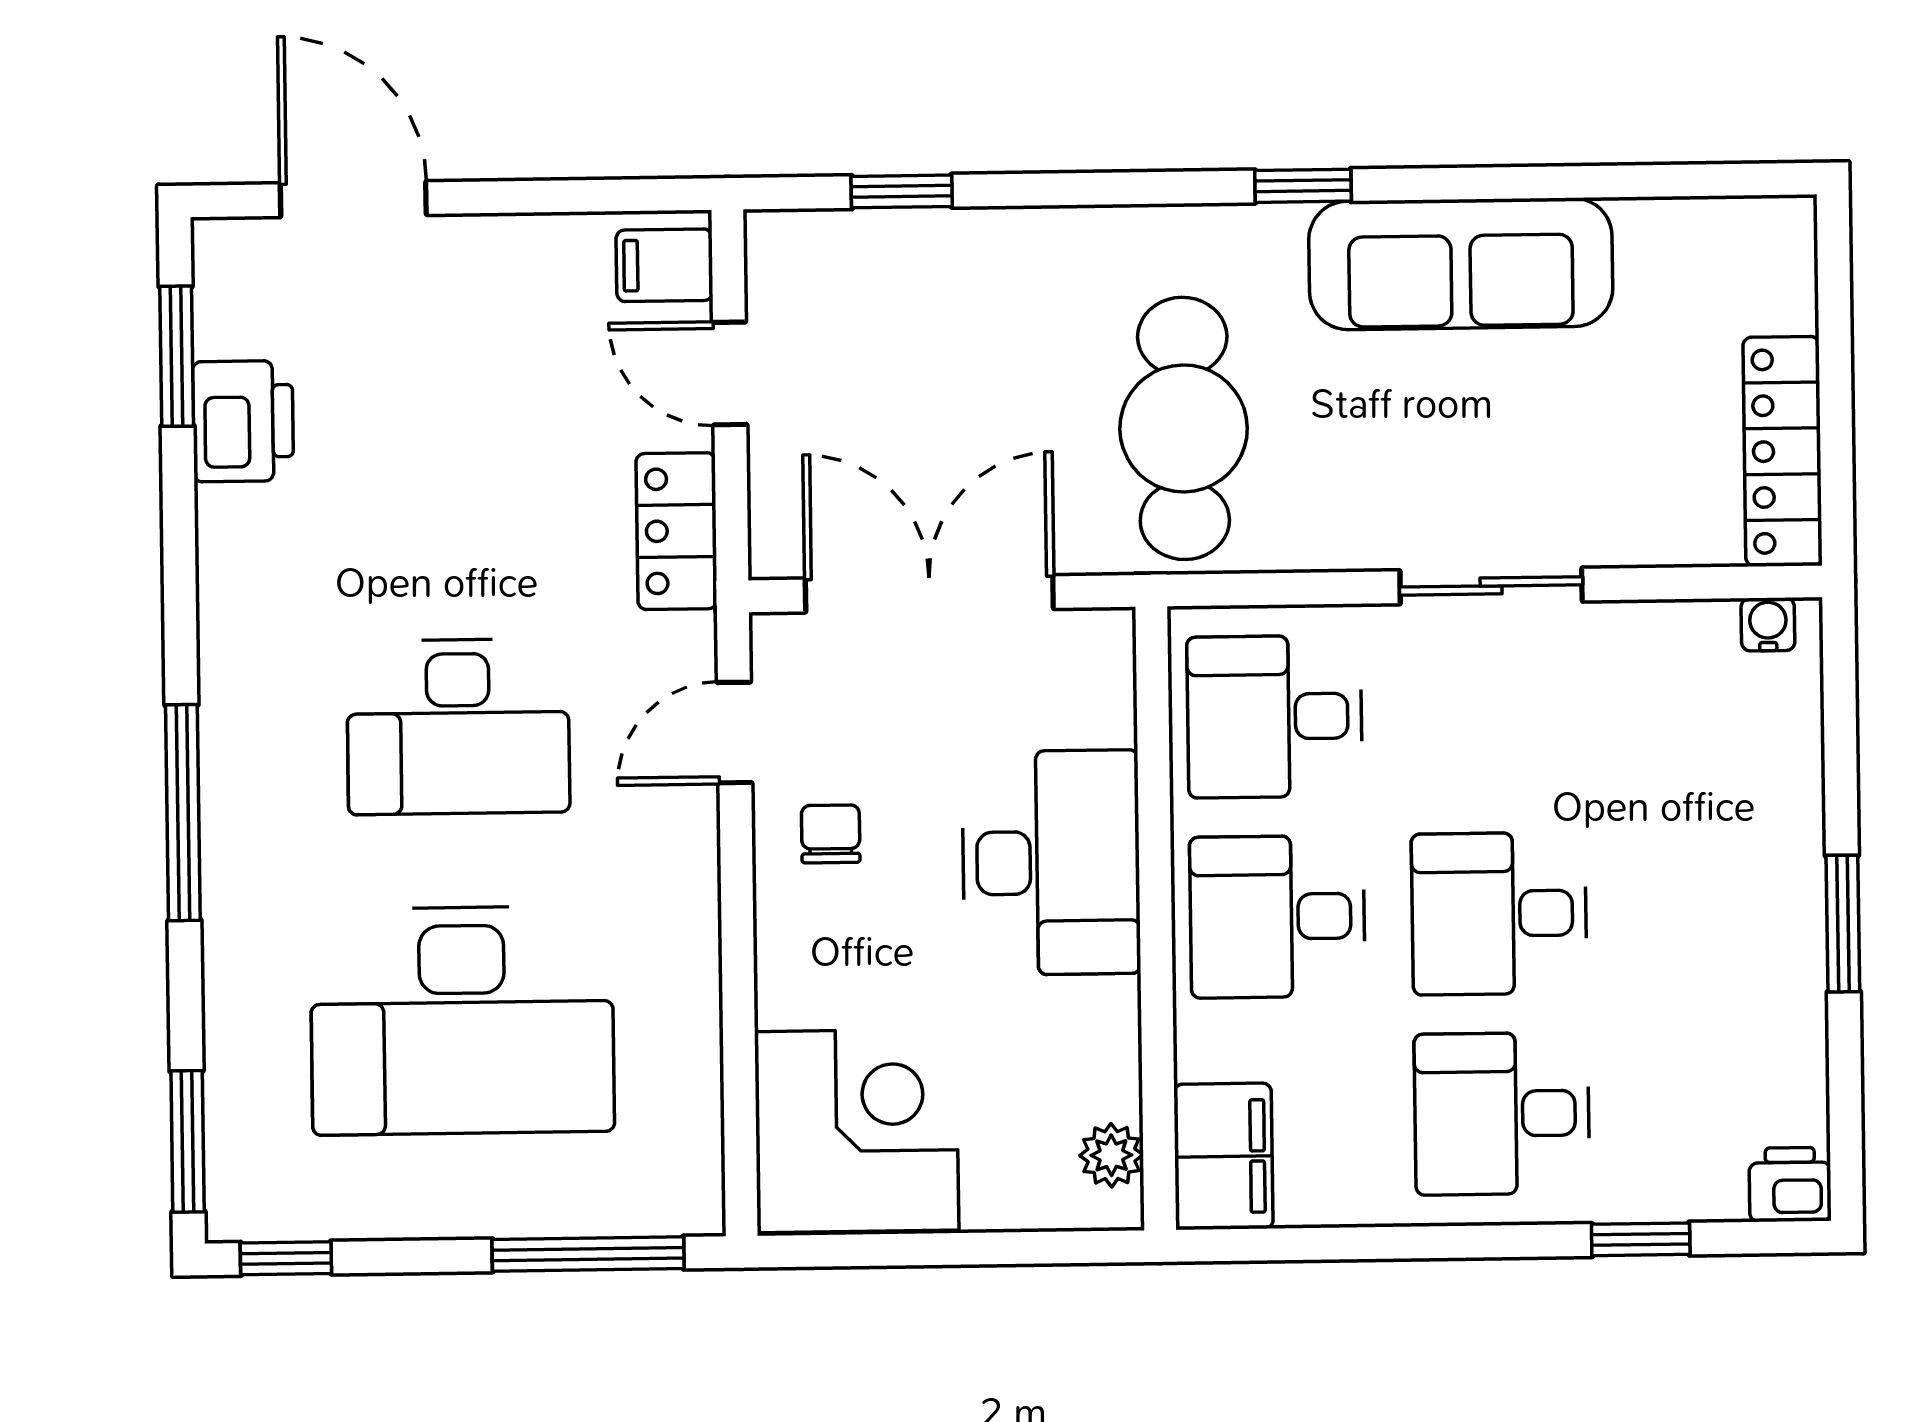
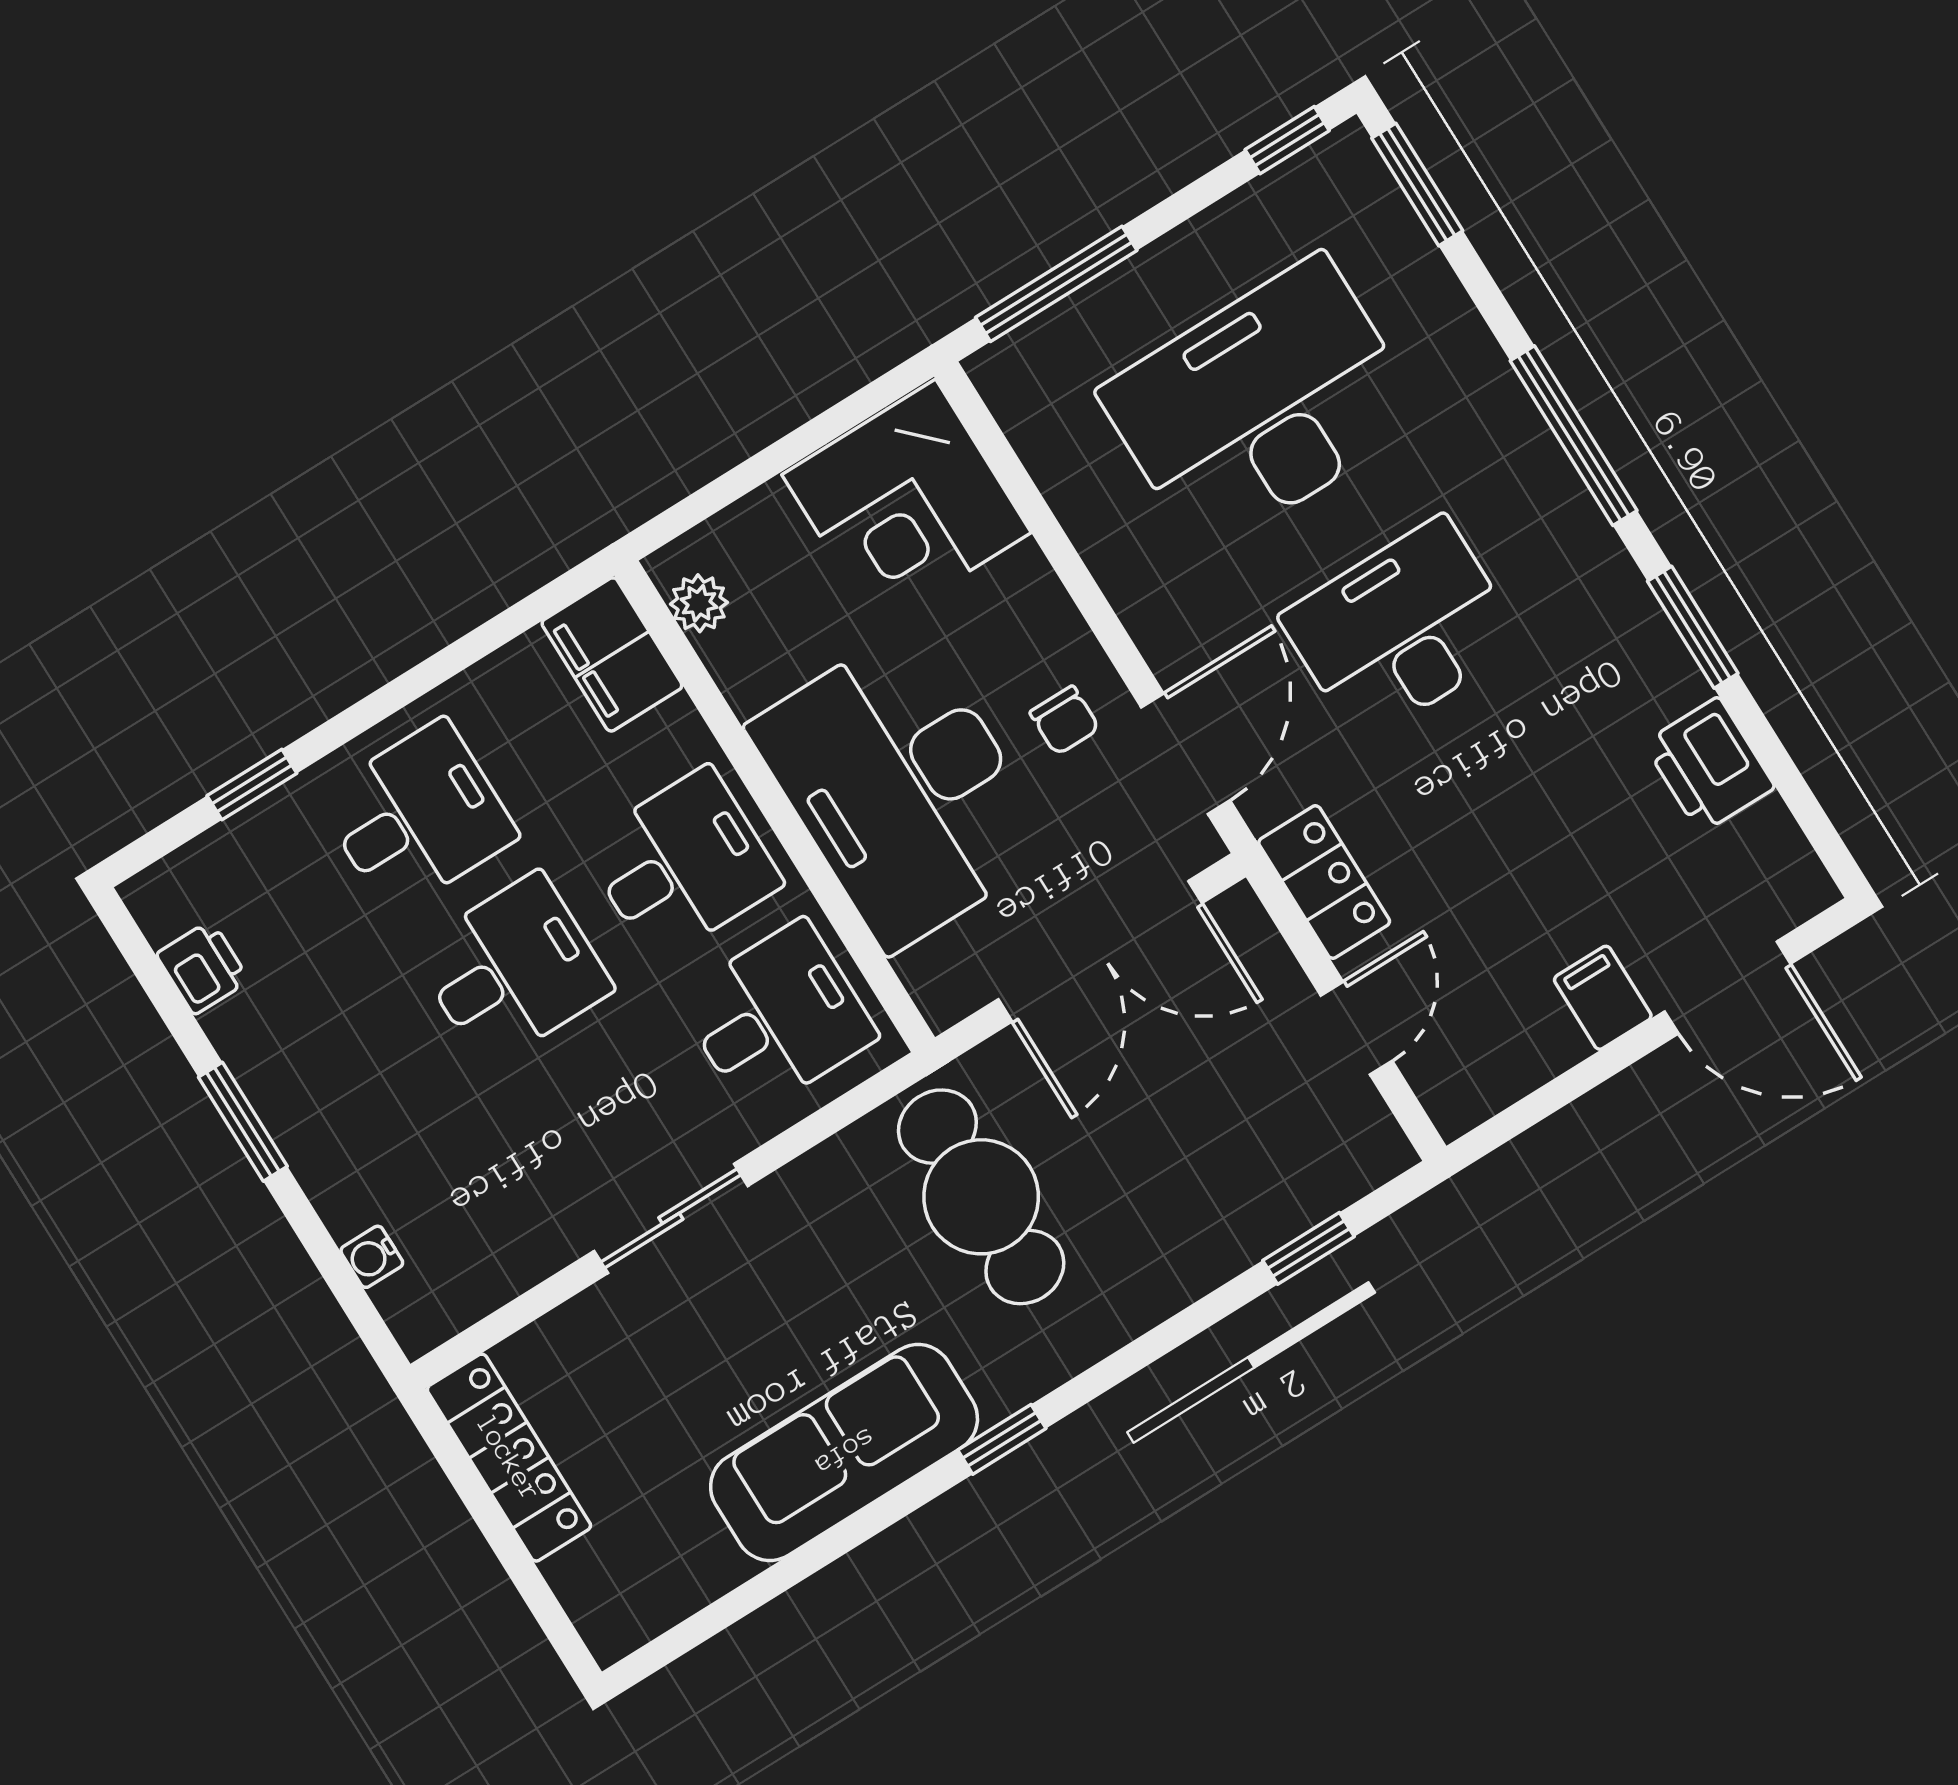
filing cabinet: (664, 265) -> (1603, 998), moved, turned -90
window: (177, 356) -> (1693, 627), moved
door: (730, 374) -> (1356, 1028), hinge flipped
water cooler: (1768, 624) -> (372, 1257), moved, turned 90
door: (735, 733) -> (1186, 754), width x1.38
desk: (1051, 863) -> (901, 788), width x1.36, depth x1.30
printer: (1790, 1185) -> (203, 967), moved, turned -90

